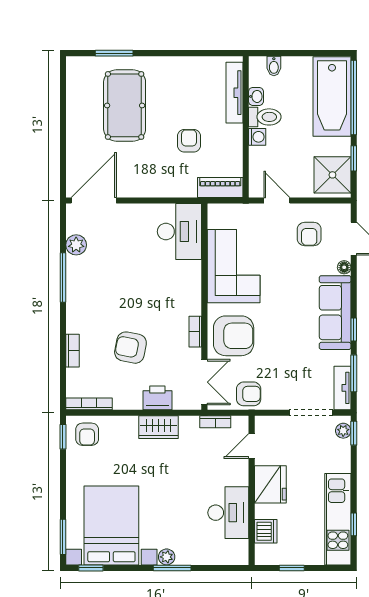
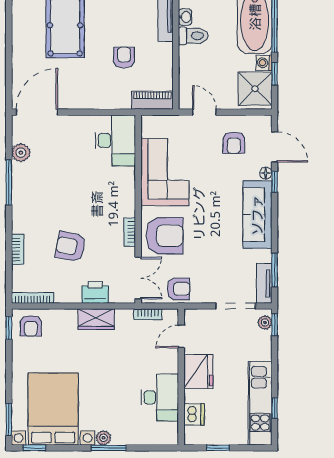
washing machine: (257, 137) -> (264, 63), moved, turned 180
window: (354, 330) -> (275, 182), moved

